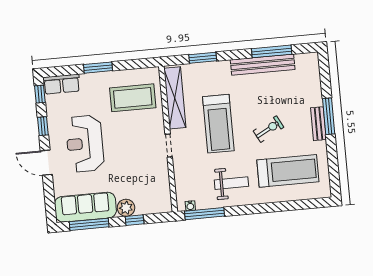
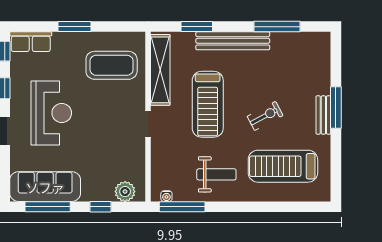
bench: (263, 65) -> (233, 41), moved
reception desk: (85, 144) -> (51, 113), turned 180
treadmill: (288, 171) -> (283, 166), turned 180
plant: (126, 208) -> (125, 192), moved

